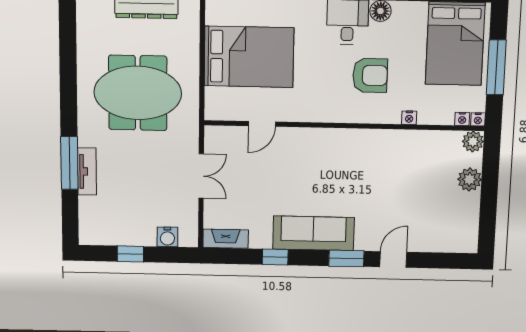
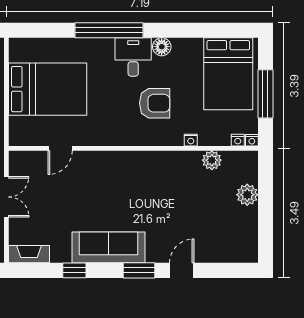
plant: (473, 141) -> (212, 160), moved

